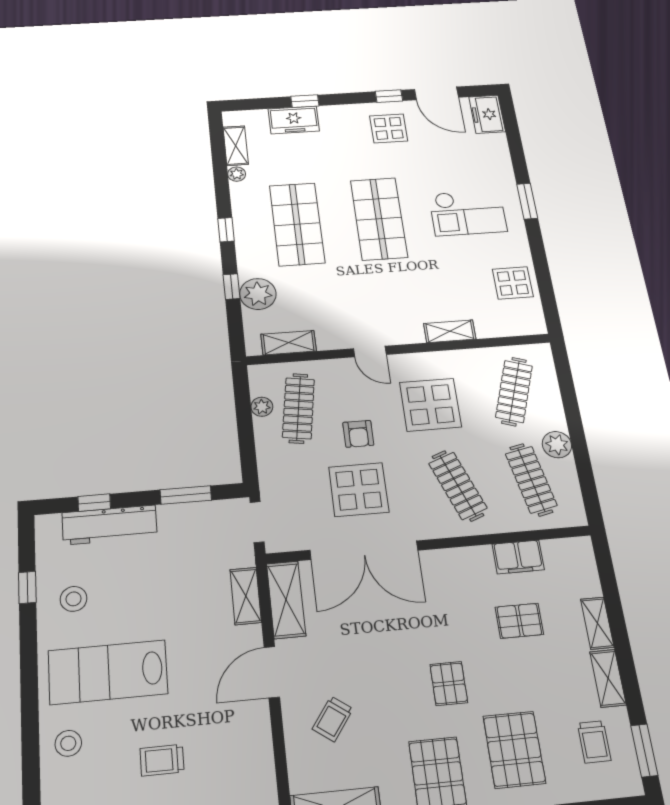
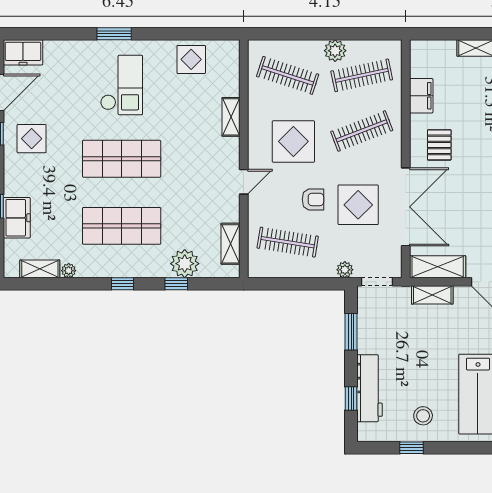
plant: (262, 407) -> (345, 270), moved
pallet: (519, 621) -> (439, 145), moved

